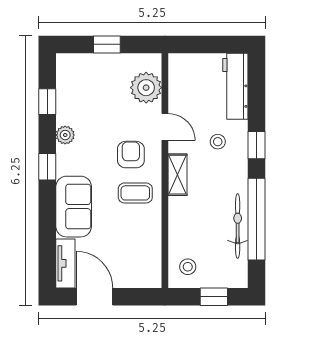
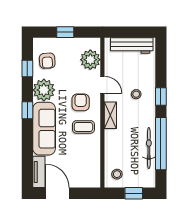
workbench: (235, 86) -> (132, 46), moved, turned -90
armchair: (79, 89) -> (47, 61), added
plant: (65, 135) -> (44, 90), width x1.88, depth x1.88
sofa: (74, 207) -> (44, 129), width x1.36

